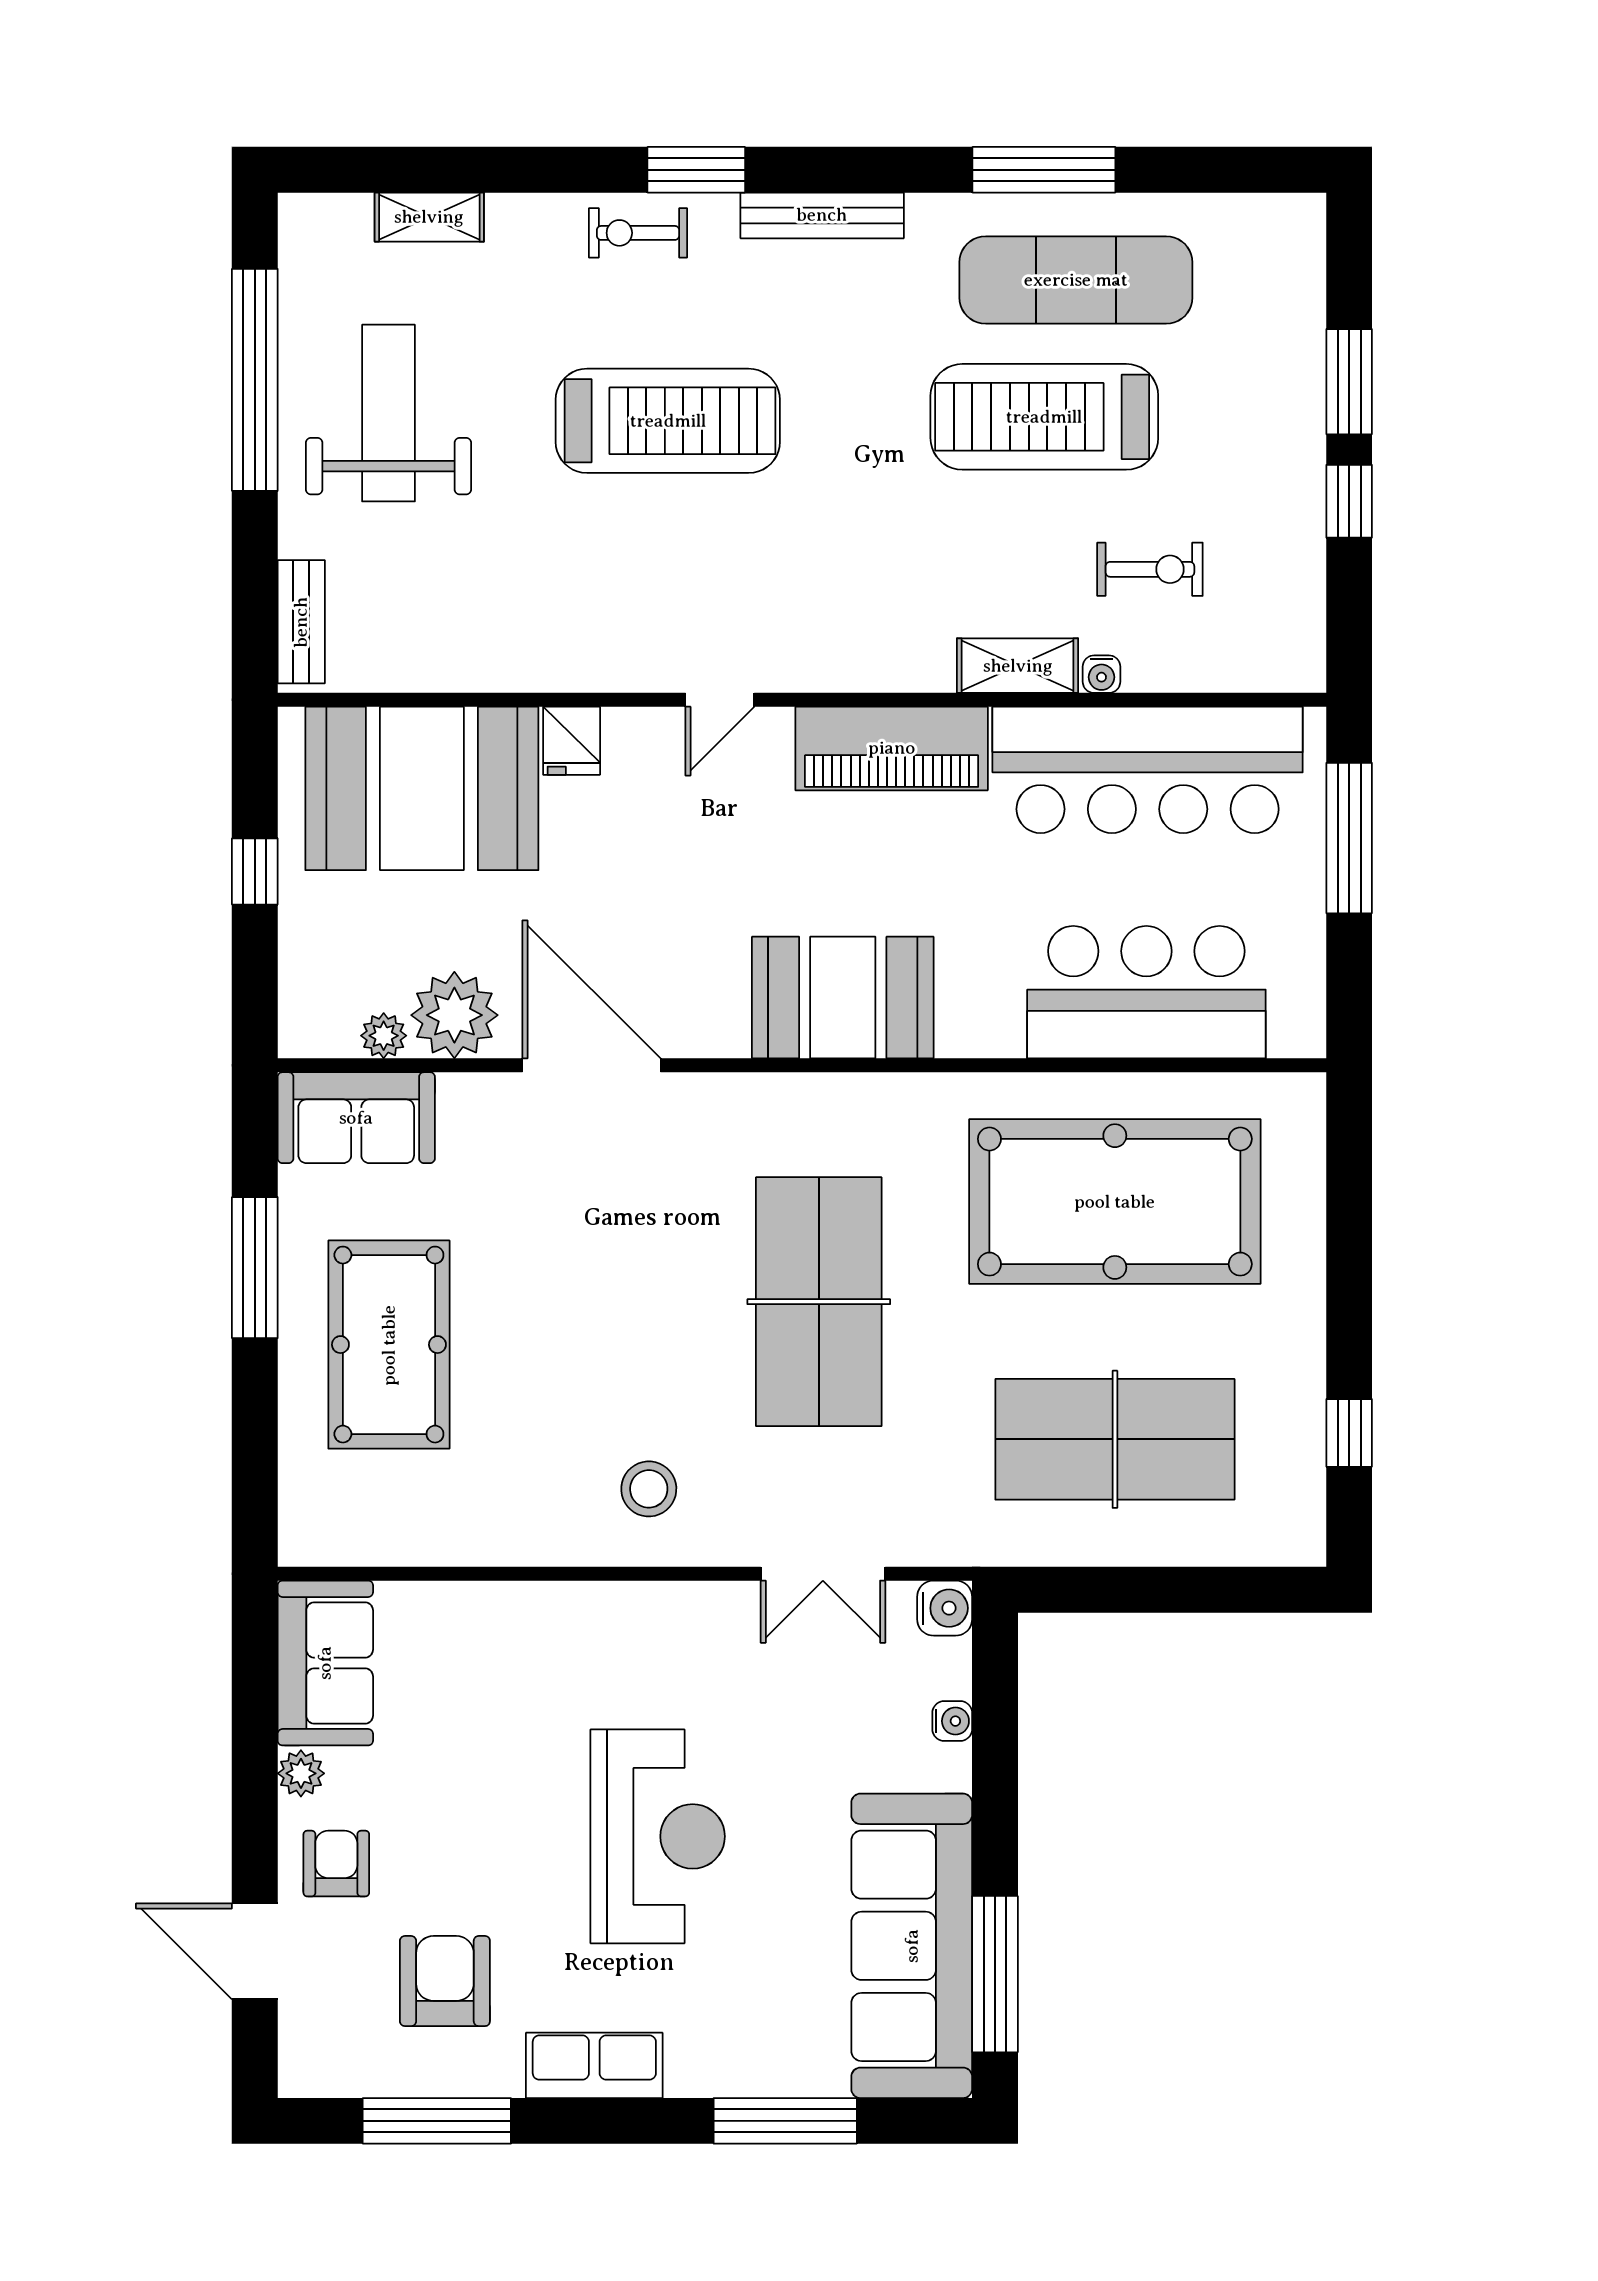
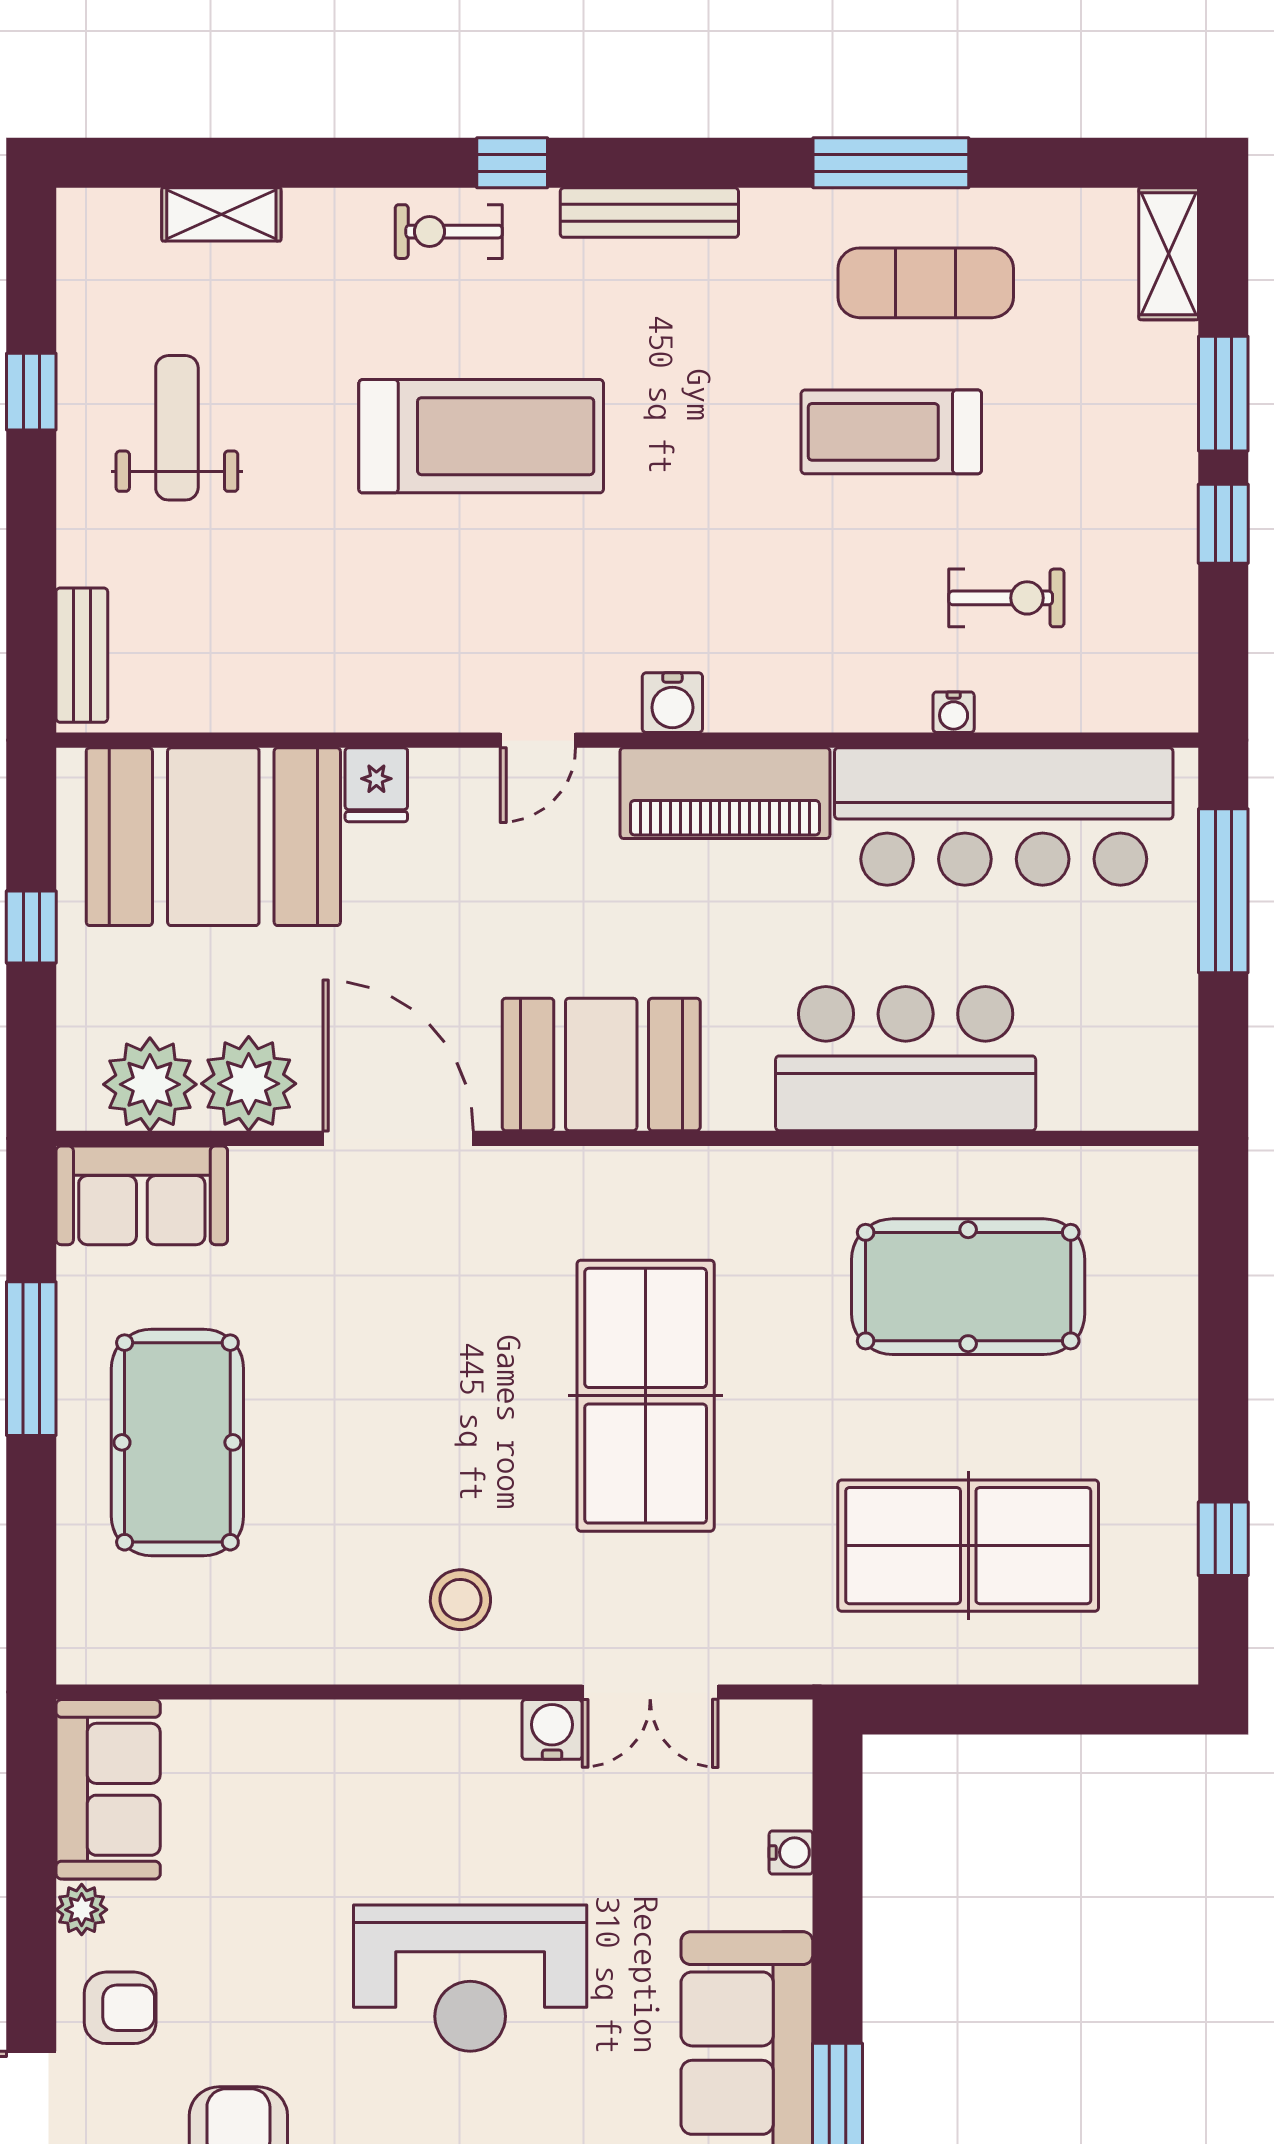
window: (696, 170) -> (512, 163), width x0.67
exercise mat: (1076, 280) -> (926, 283), width x0.73, depth x0.69
window: (255, 380) -> (31, 392), width x0.32
weight bench: (389, 413) -> (177, 428), width x0.73, depth x0.75
treadmill: (1044, 417) -> (891, 432), width x0.73, depth x0.73
water cooler: (843, 665) -> (672, 703), added
shelving: (1018, 666) -> (1169, 254), moved, turned 90
bar counter: (1146, 992) -> (906, 1059), moved
booth: (843, 998) -> (601, 1064), moved
plant: (384, 1036) -> (150, 1084), width x1.87, depth x1.87
pool table: (1115, 1202) -> (968, 1287), width x0.73, depth x0.76
water cooler: (945, 1608) -> (552, 1729), moved, turned -90
reception desk: (658, 1836) -> (470, 1978), turned 90
armchair: (336, 1864) -> (120, 2008), turned 90

